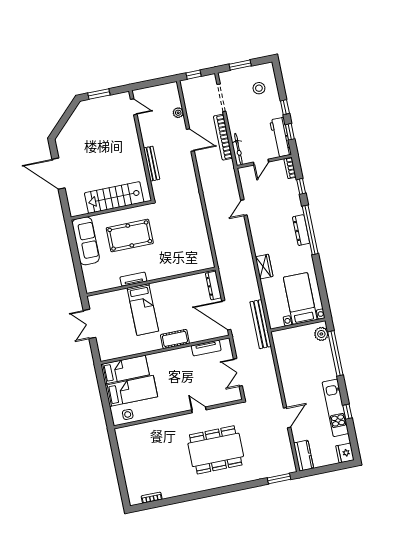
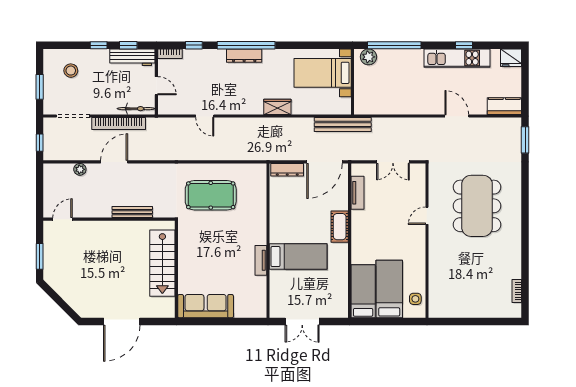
pool table: (130, 236) -> (211, 195), moved, turned 90

